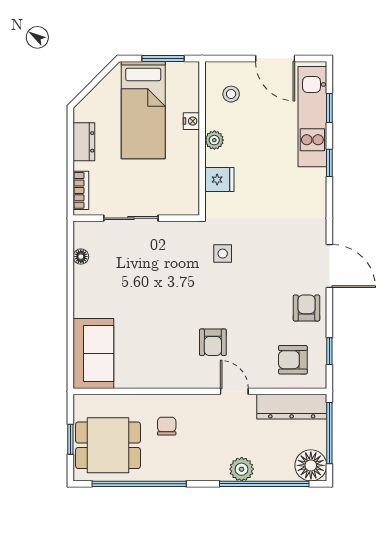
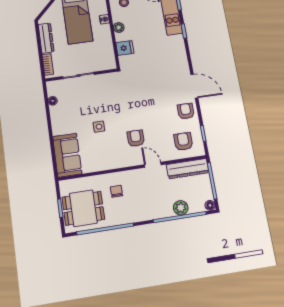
dresser: (84, 142) -> (46, 38), width x1.44
side table: (223, 254) -> (99, 127), moved
armchair: (213, 342) -> (136, 138), turned 180
armchair: (293, 360) -> (183, 141), turned 90
floor lamp: (311, 465) -> (210, 205), width x0.53, depth x0.53
plant: (242, 469) -> (181, 208), moved

